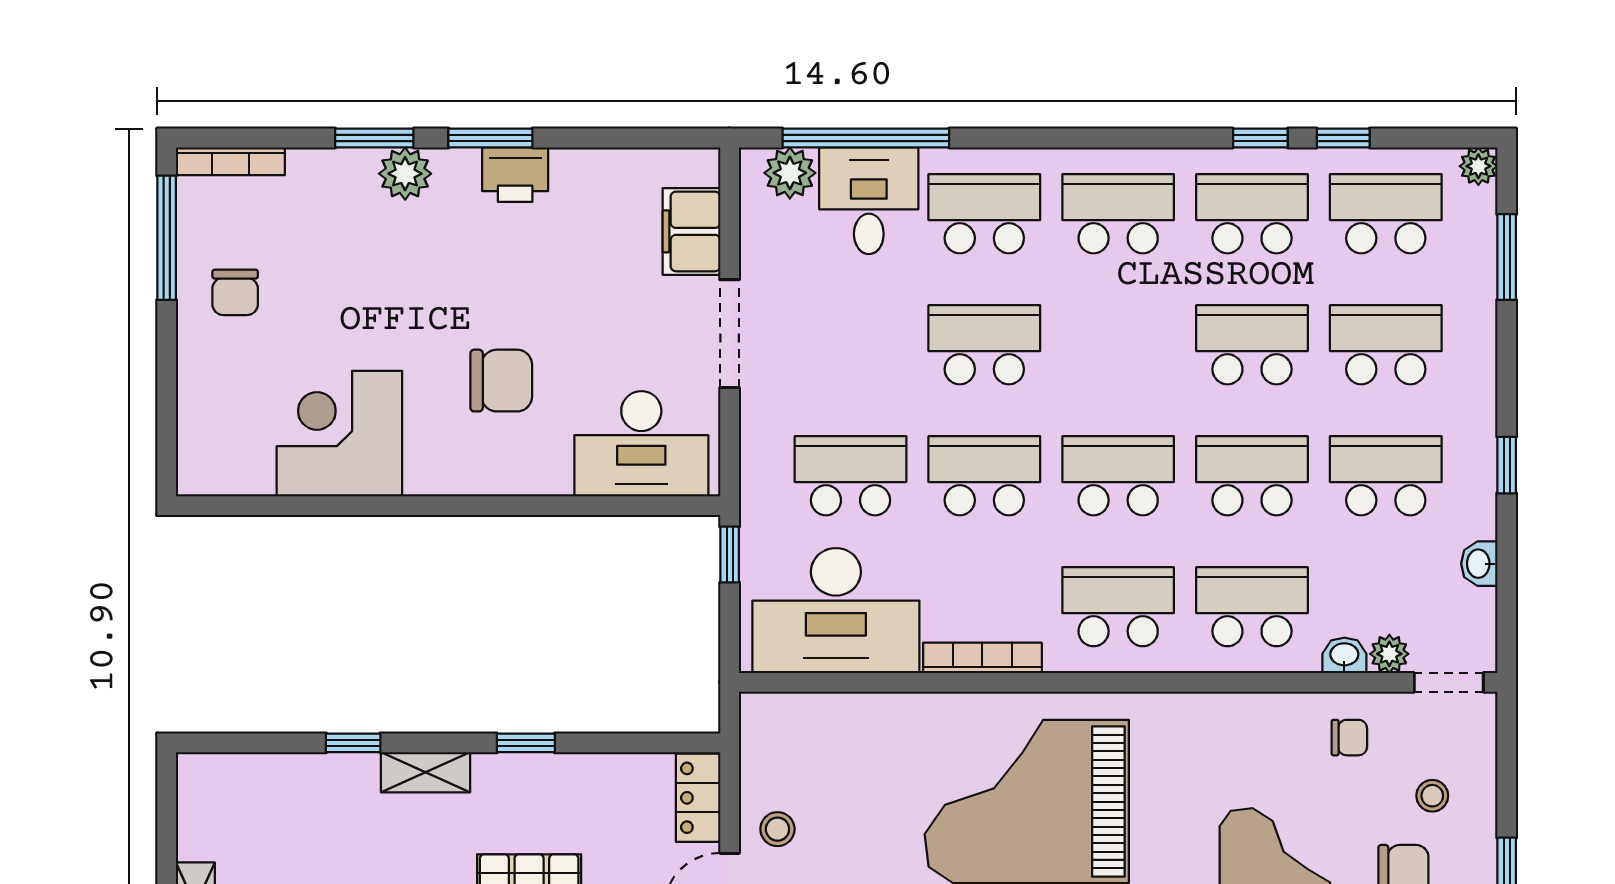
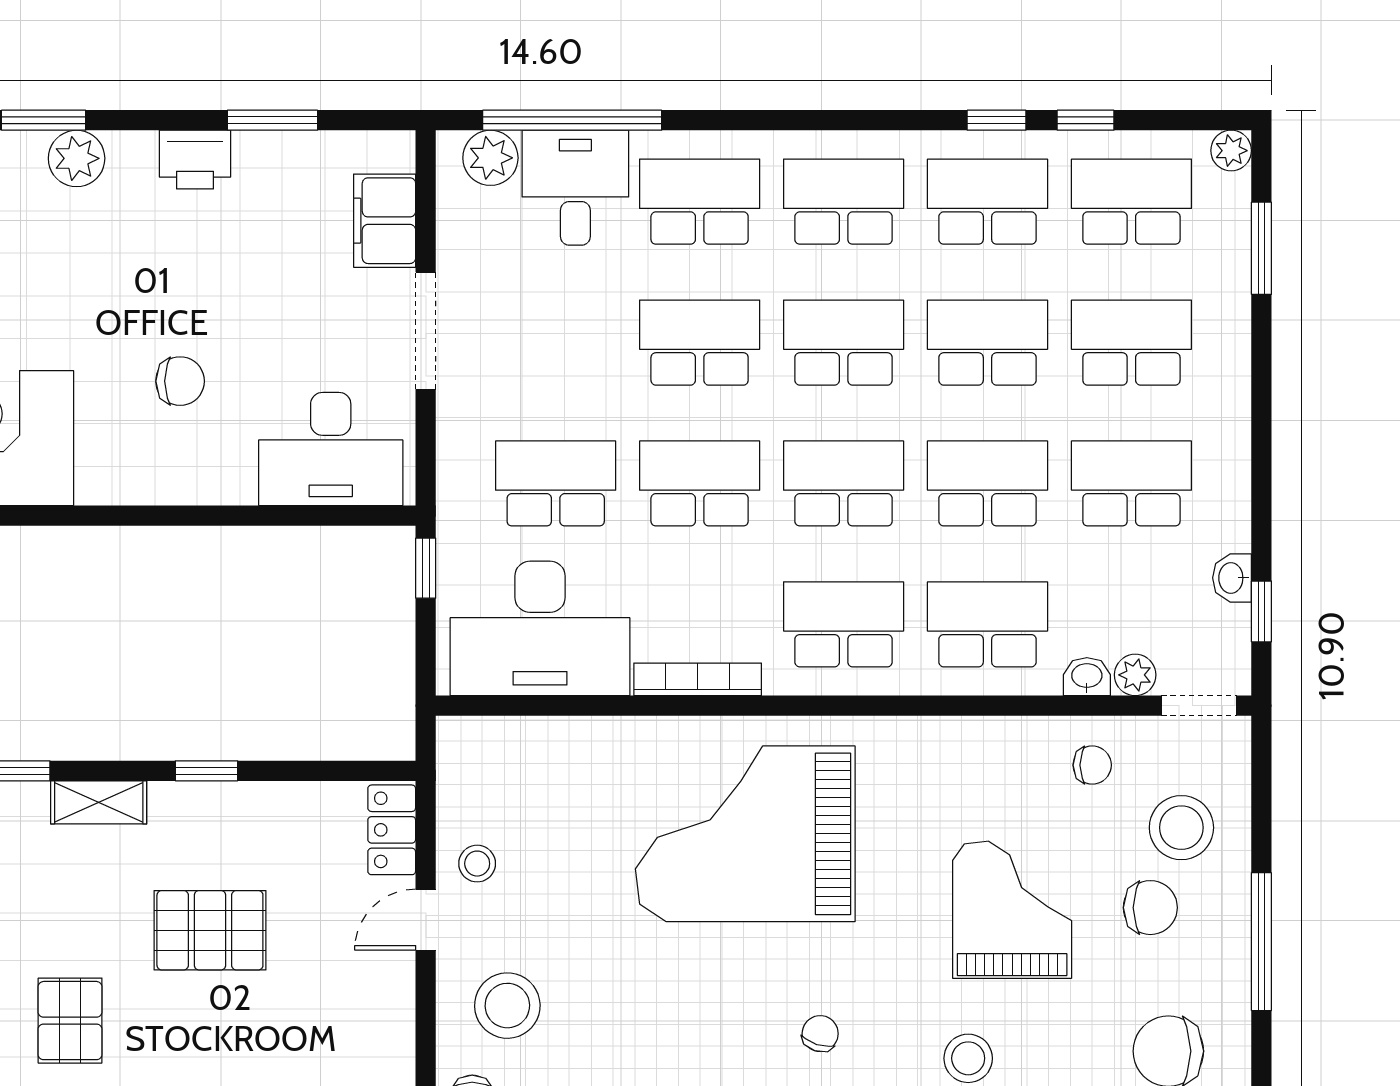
window: (490, 138) -> (272, 120), moved
school desk: (1118, 345) -> (844, 343), added
chair: (501, 381) -> (180, 381), width x0.73, depth x0.73
window: (1507, 465) -> (1261, 611), moved
stool: (1432, 796) -> (1181, 828), width x1.89, depth x1.89

